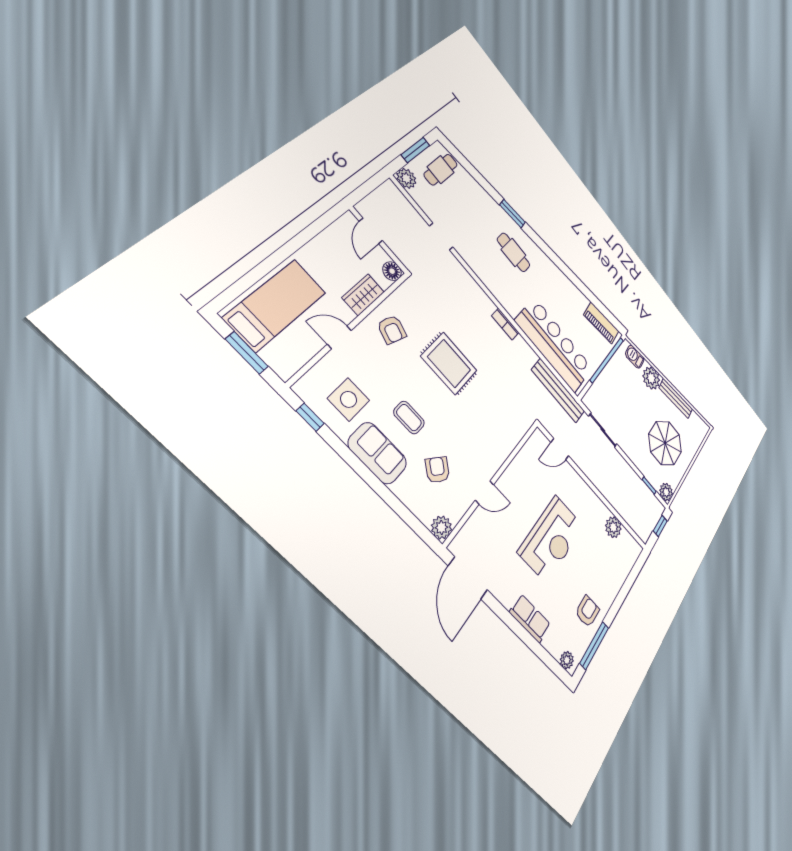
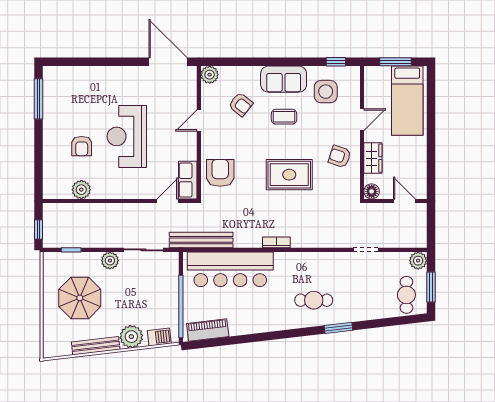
armchair: (503, 427) -> (220, 173), added
plant: (666, 492) -> (110, 261), moved
armchair: (587, 611) -> (82, 146), moved
row of seats: (530, 618) -> (188, 180), moved, turned 90
plant: (567, 660) -> (55, 73), removed

